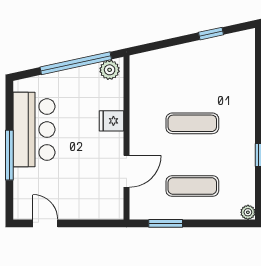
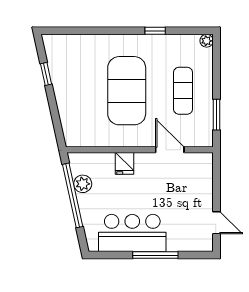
plant: (110, 70) -> (83, 184), moved
exercise mat: (192, 123) -> (127, 91), width x2.00, depth x1.45
door: (45, 223) -> (217, 223), swing flipped

